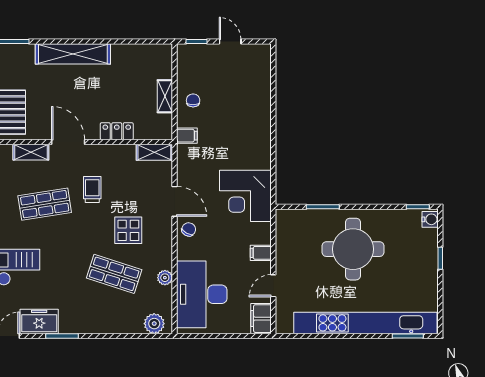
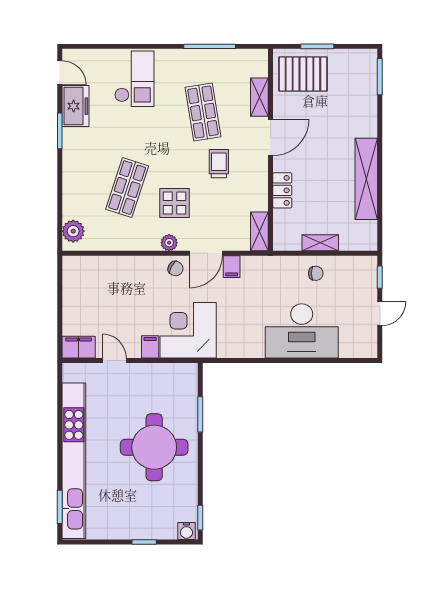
shelving: (73, 54) -> (366, 179), moved
filing cabinet: (187, 136) -> (232, 267), moved
trolley: (92, 189) -> (219, 164), turned -90
corner desk: (245, 196) -> (188, 330), moved
plant: (165, 278) -> (169, 243), moved
desk: (202, 294) -> (302, 331), moved, turned 180

